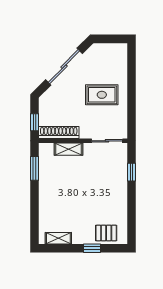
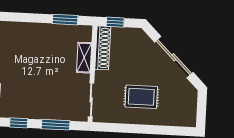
rug: (102, 95) -> (141, 97), turned 90
window: (131, 172) -> (56, 125), width x1.50
window: (131, 206) -> (19, 123), added

